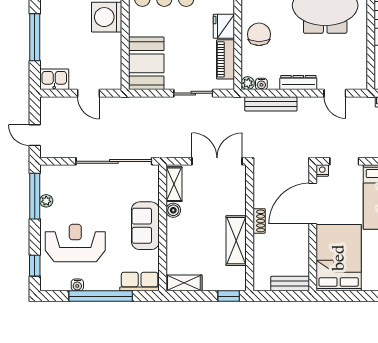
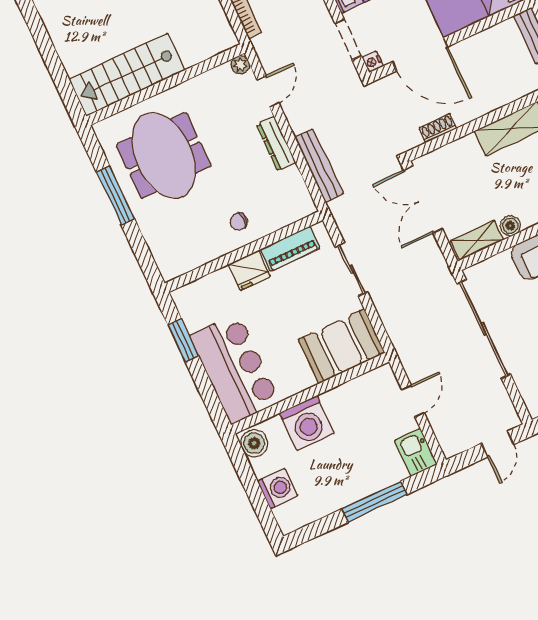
chair: (259, 34) -> (239, 222), width x0.54, depth x0.54
plant: (248, 83) -> (240, 65), moved
water cooler: (261, 84) -> (300, 189), removed
shoe rack: (259, 221) -> (438, 128), moved

